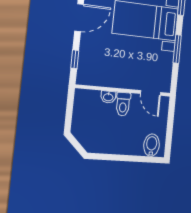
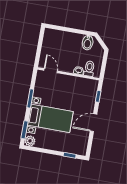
toilet: (123, 104) -> (89, 69), moved
bidet: (152, 145) -> (88, 43), moved

